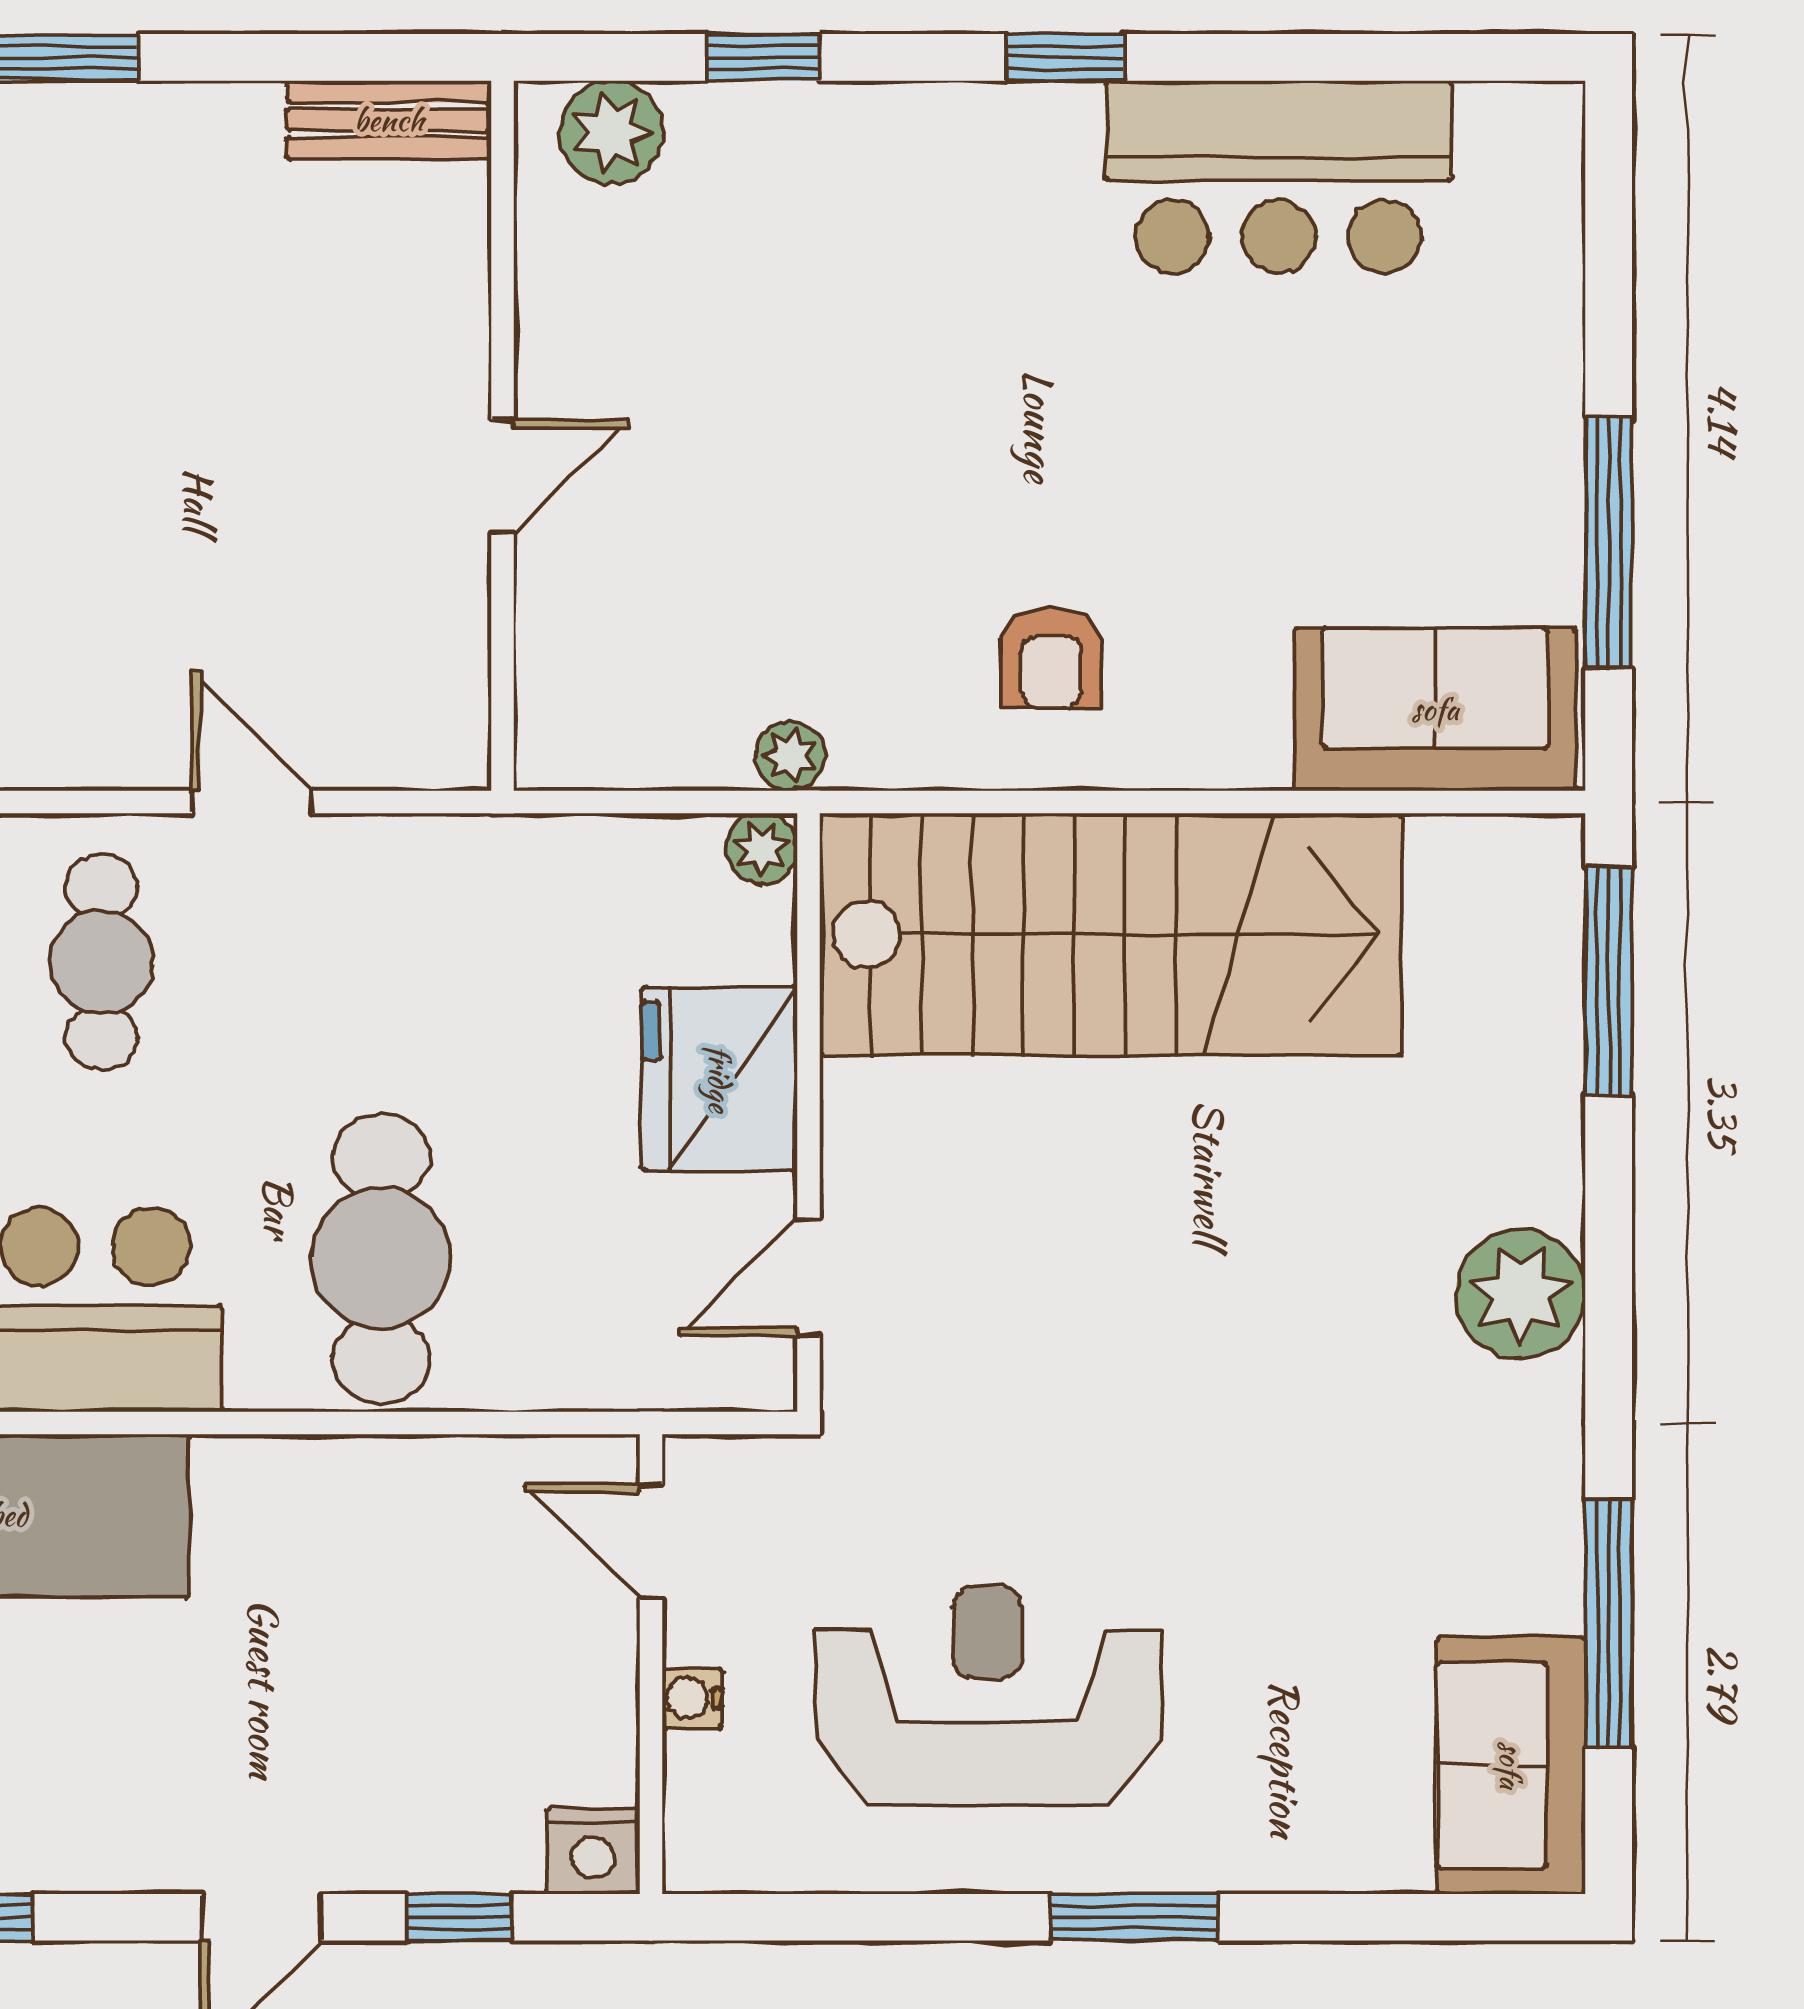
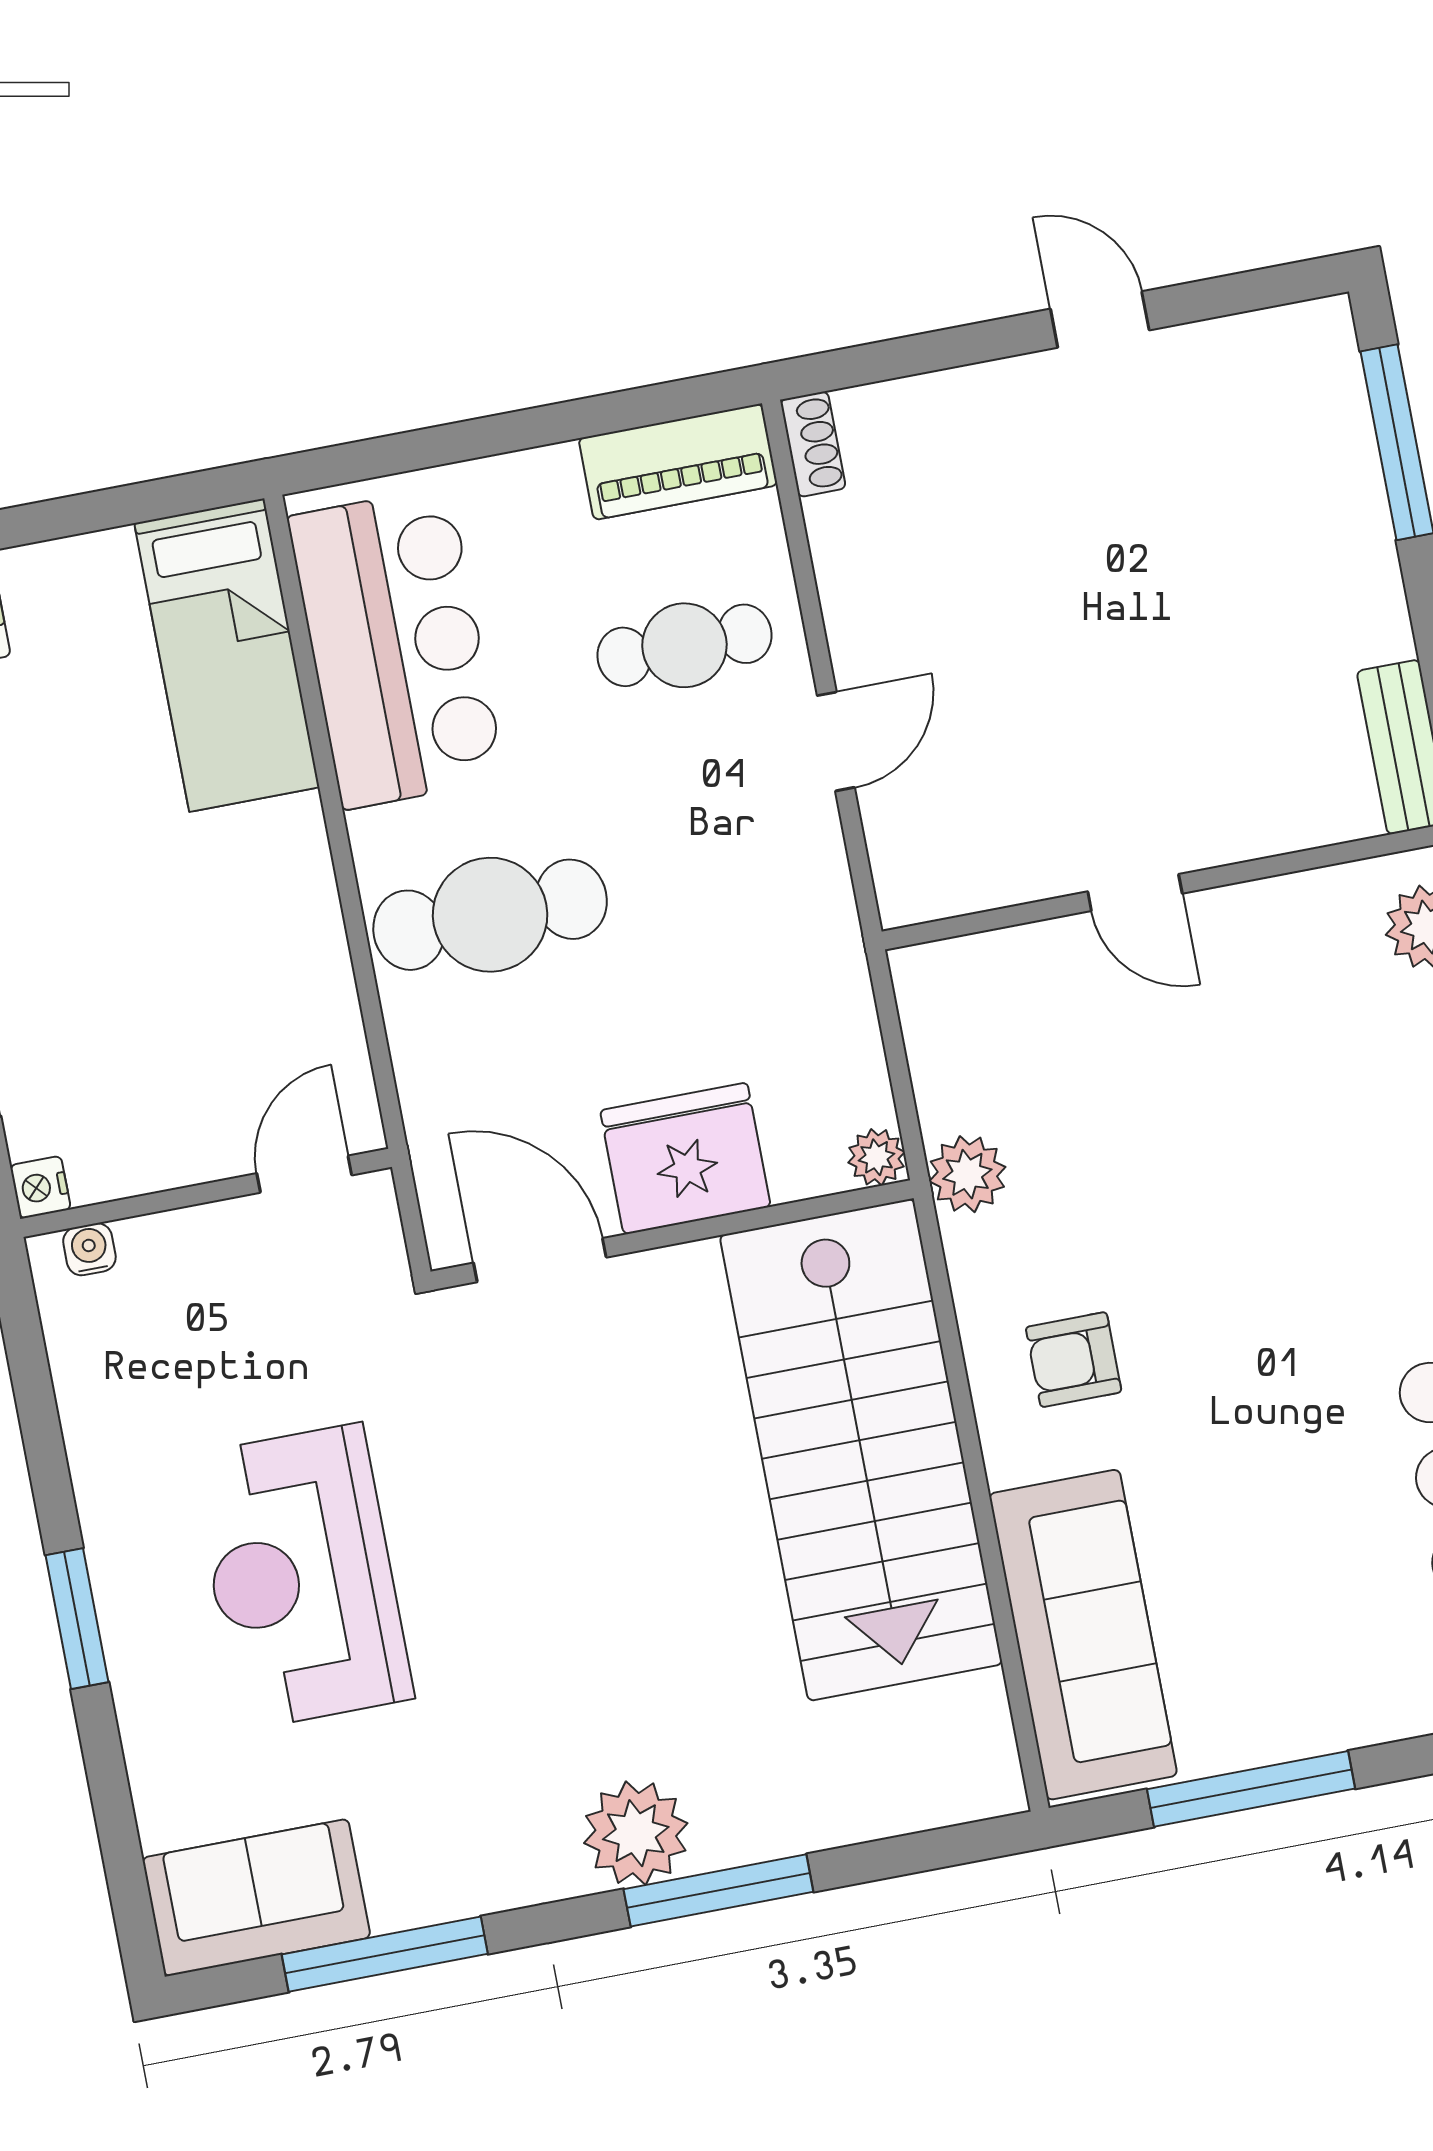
sofa: (1435, 709) -> (1083, 1635), width x1.36
plant: (790, 756) -> (967, 1174), width x1.38, depth x1.38
window: (1609, 981) -> (718, 1890), moved
door: (808, 1277) -> (540, 1260), width x1.38
reception desk: (988, 1696) -> (302, 1577), moved, turned 180
water cooler: (692, 1698) -> (89, 1249), moved
nightstand: (593, 1851) -> (40, 1187), width x0.72, depth x0.74

